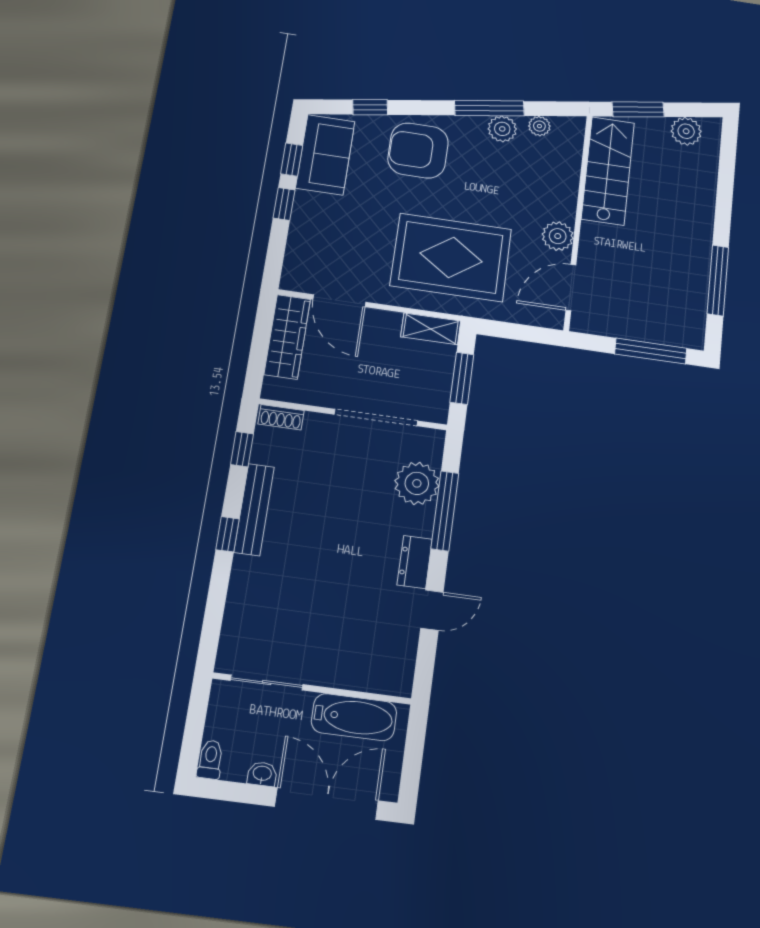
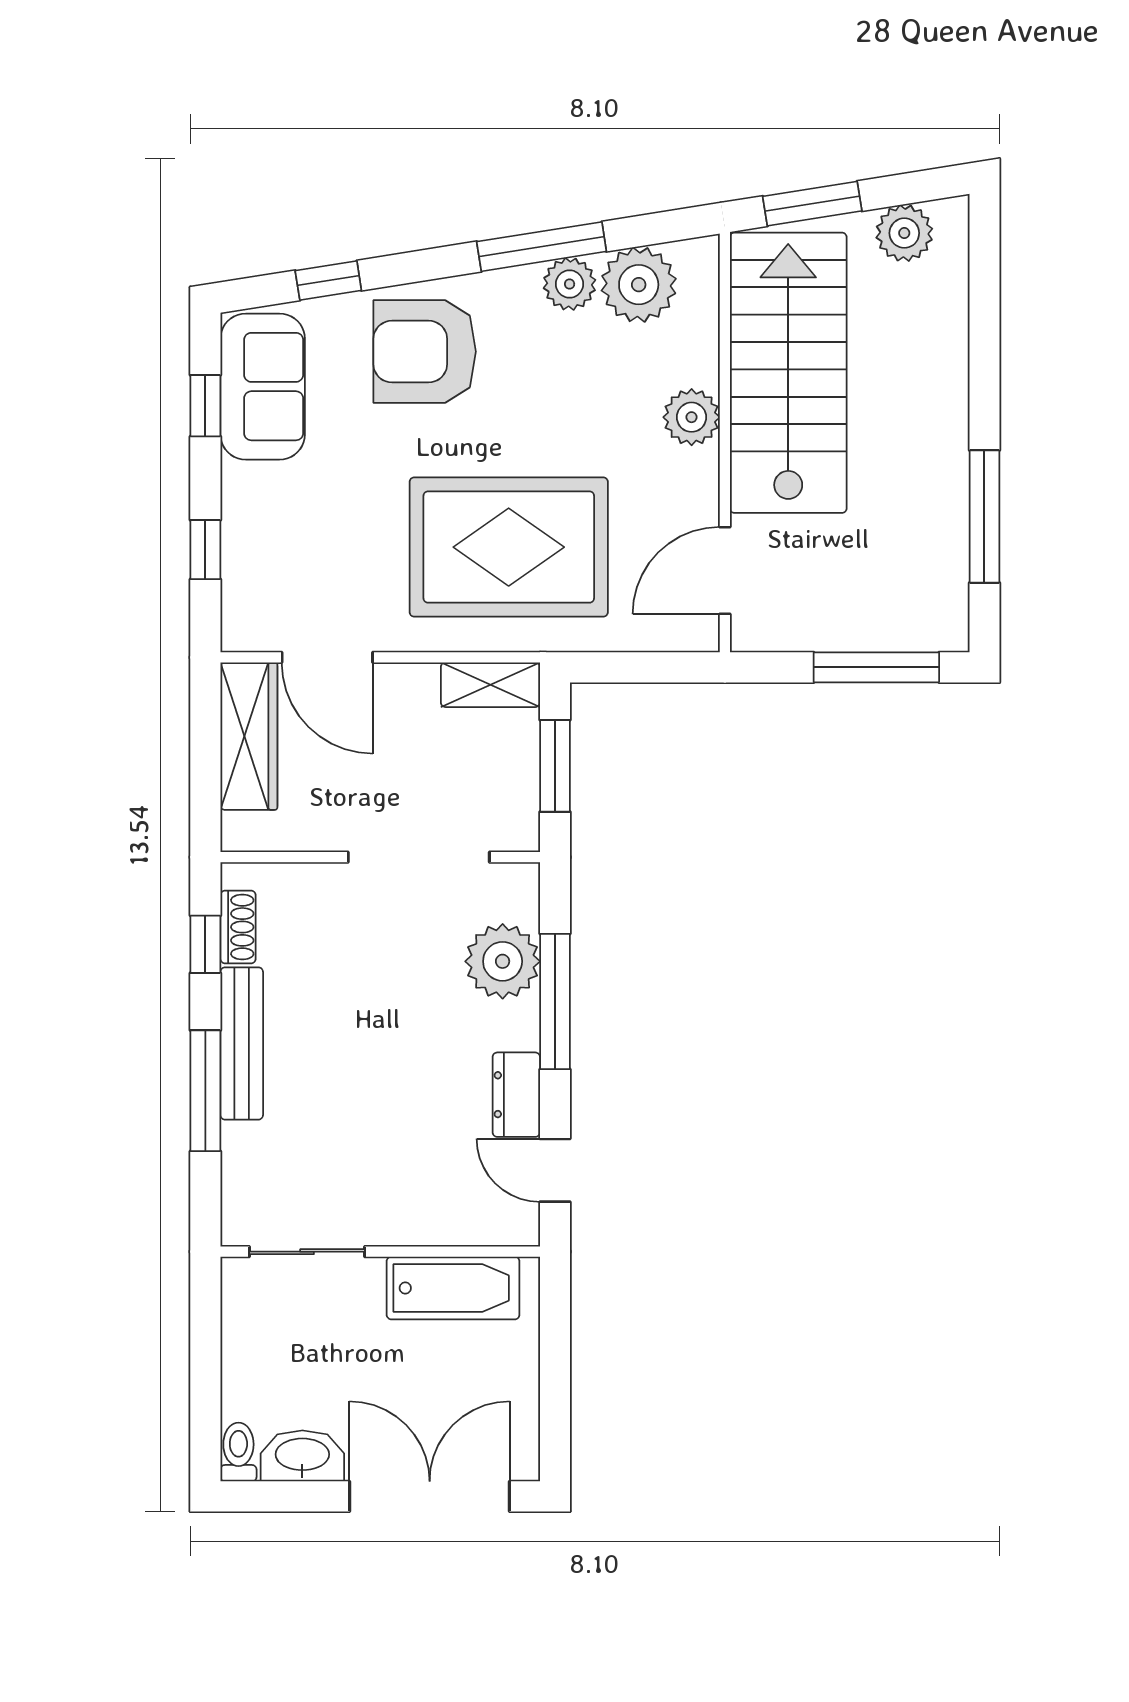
plant: (539, 126) -> (639, 285), width x1.88, depth x1.88
stairs: (608, 171) -> (788, 373), width x1.36, depth x1.51
window: (284, 204) -> (205, 550), moved
plant: (558, 236) -> (692, 417), moved
shoe rack: (281, 417) -> (238, 927), moved, turned -90
window: (227, 534) -> (205, 1091), width x2.17
door: (432, 610) -> (555, 1170), swing flipped
sliding door: (267, 683) -> (307, 1252), moved
wall: (312, 689) -> (380, 1252), moved
bathtub: (354, 717) -> (453, 1288), moved
washbasin: (262, 774) -> (302, 1456), width x1.91, depth x1.45

